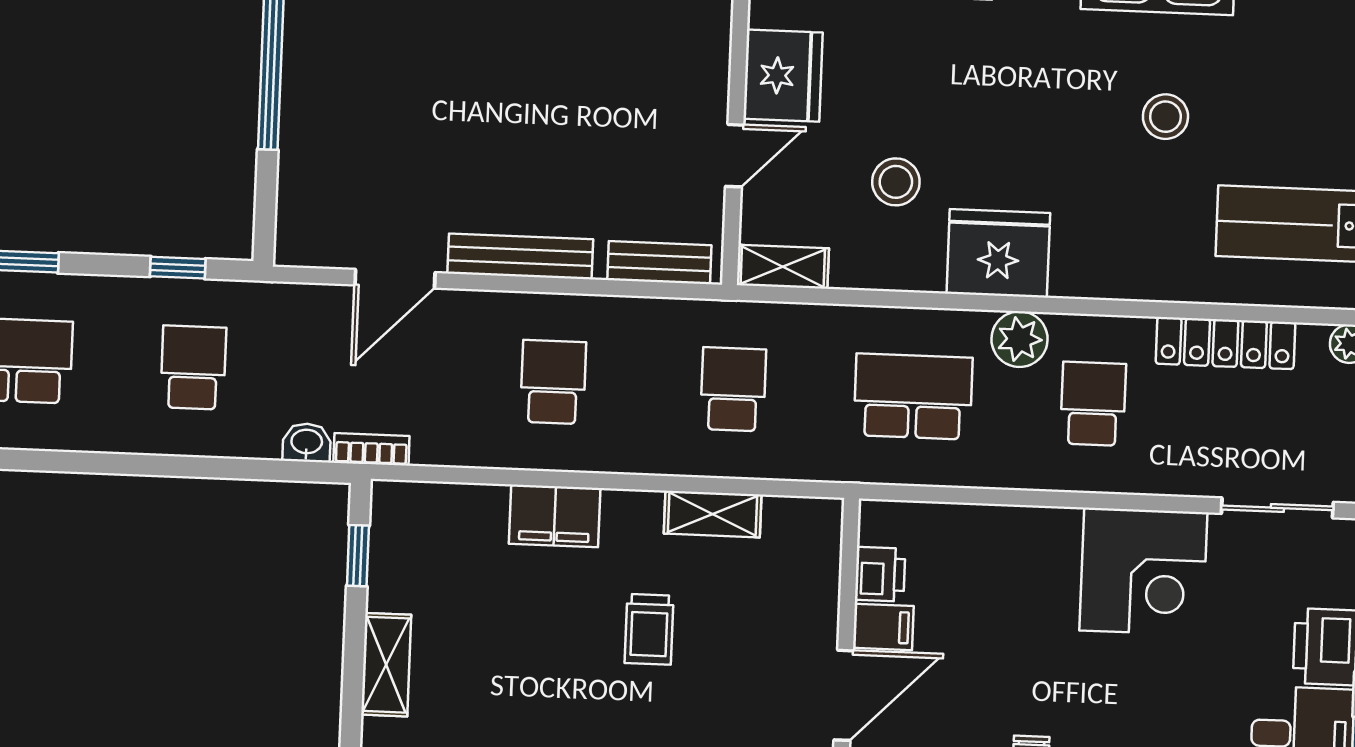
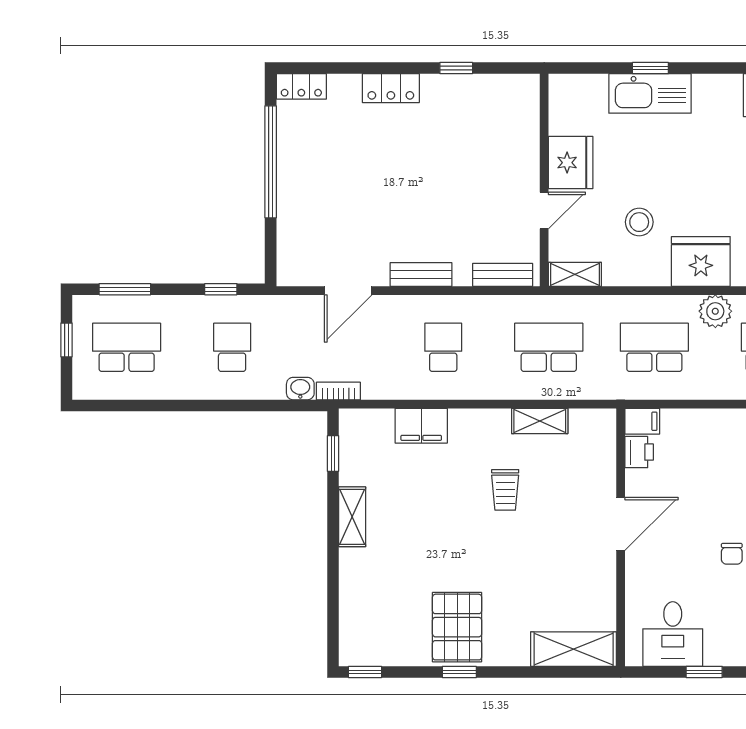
bench: (520, 256) -> (421, 275), width x0.73
school desk: (733, 389) -> (549, 347), width x1.85
filing cabinet: (555, 516) -> (421, 426), moved
filing cabinet: (883, 627) -> (642, 421), moved

